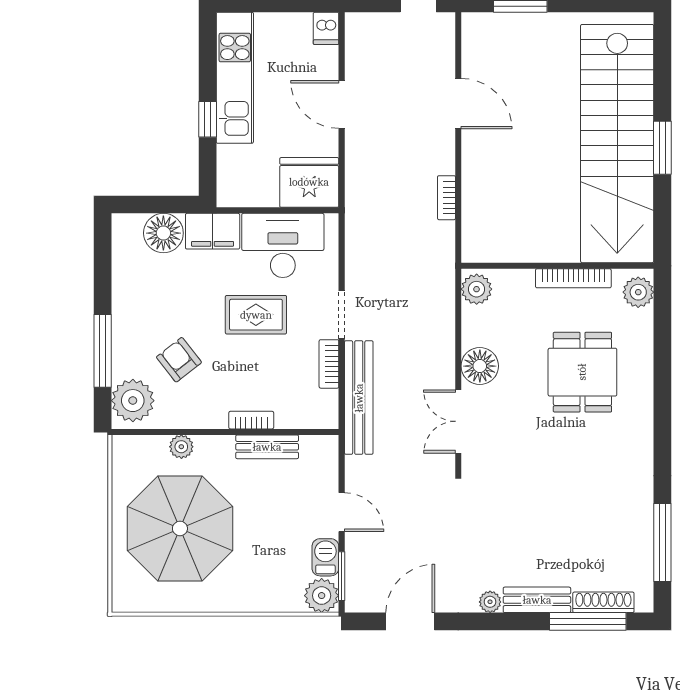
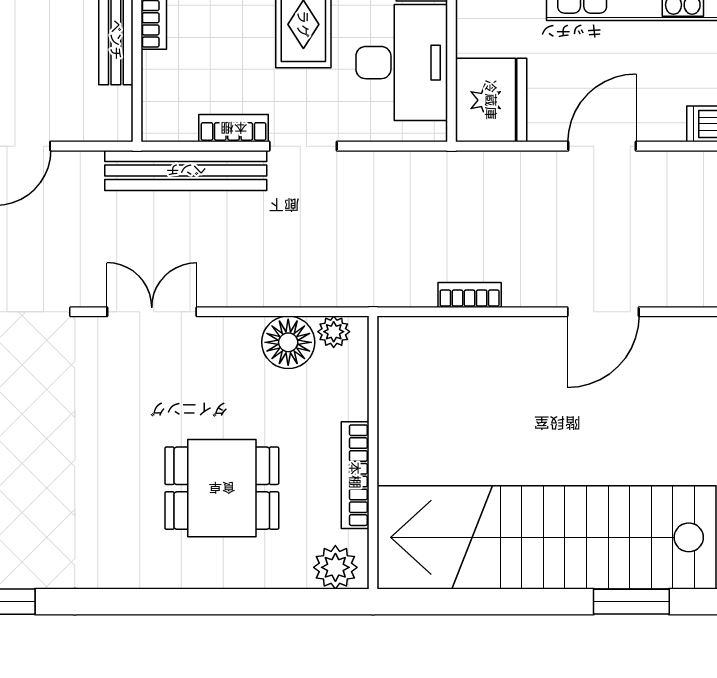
window: (662, 148) -> (631, 602), moved
plant: (477, 289) -> (334, 332), width x0.73, depth x0.73
floor lamp: (480, 366) -> (288, 342), moved

